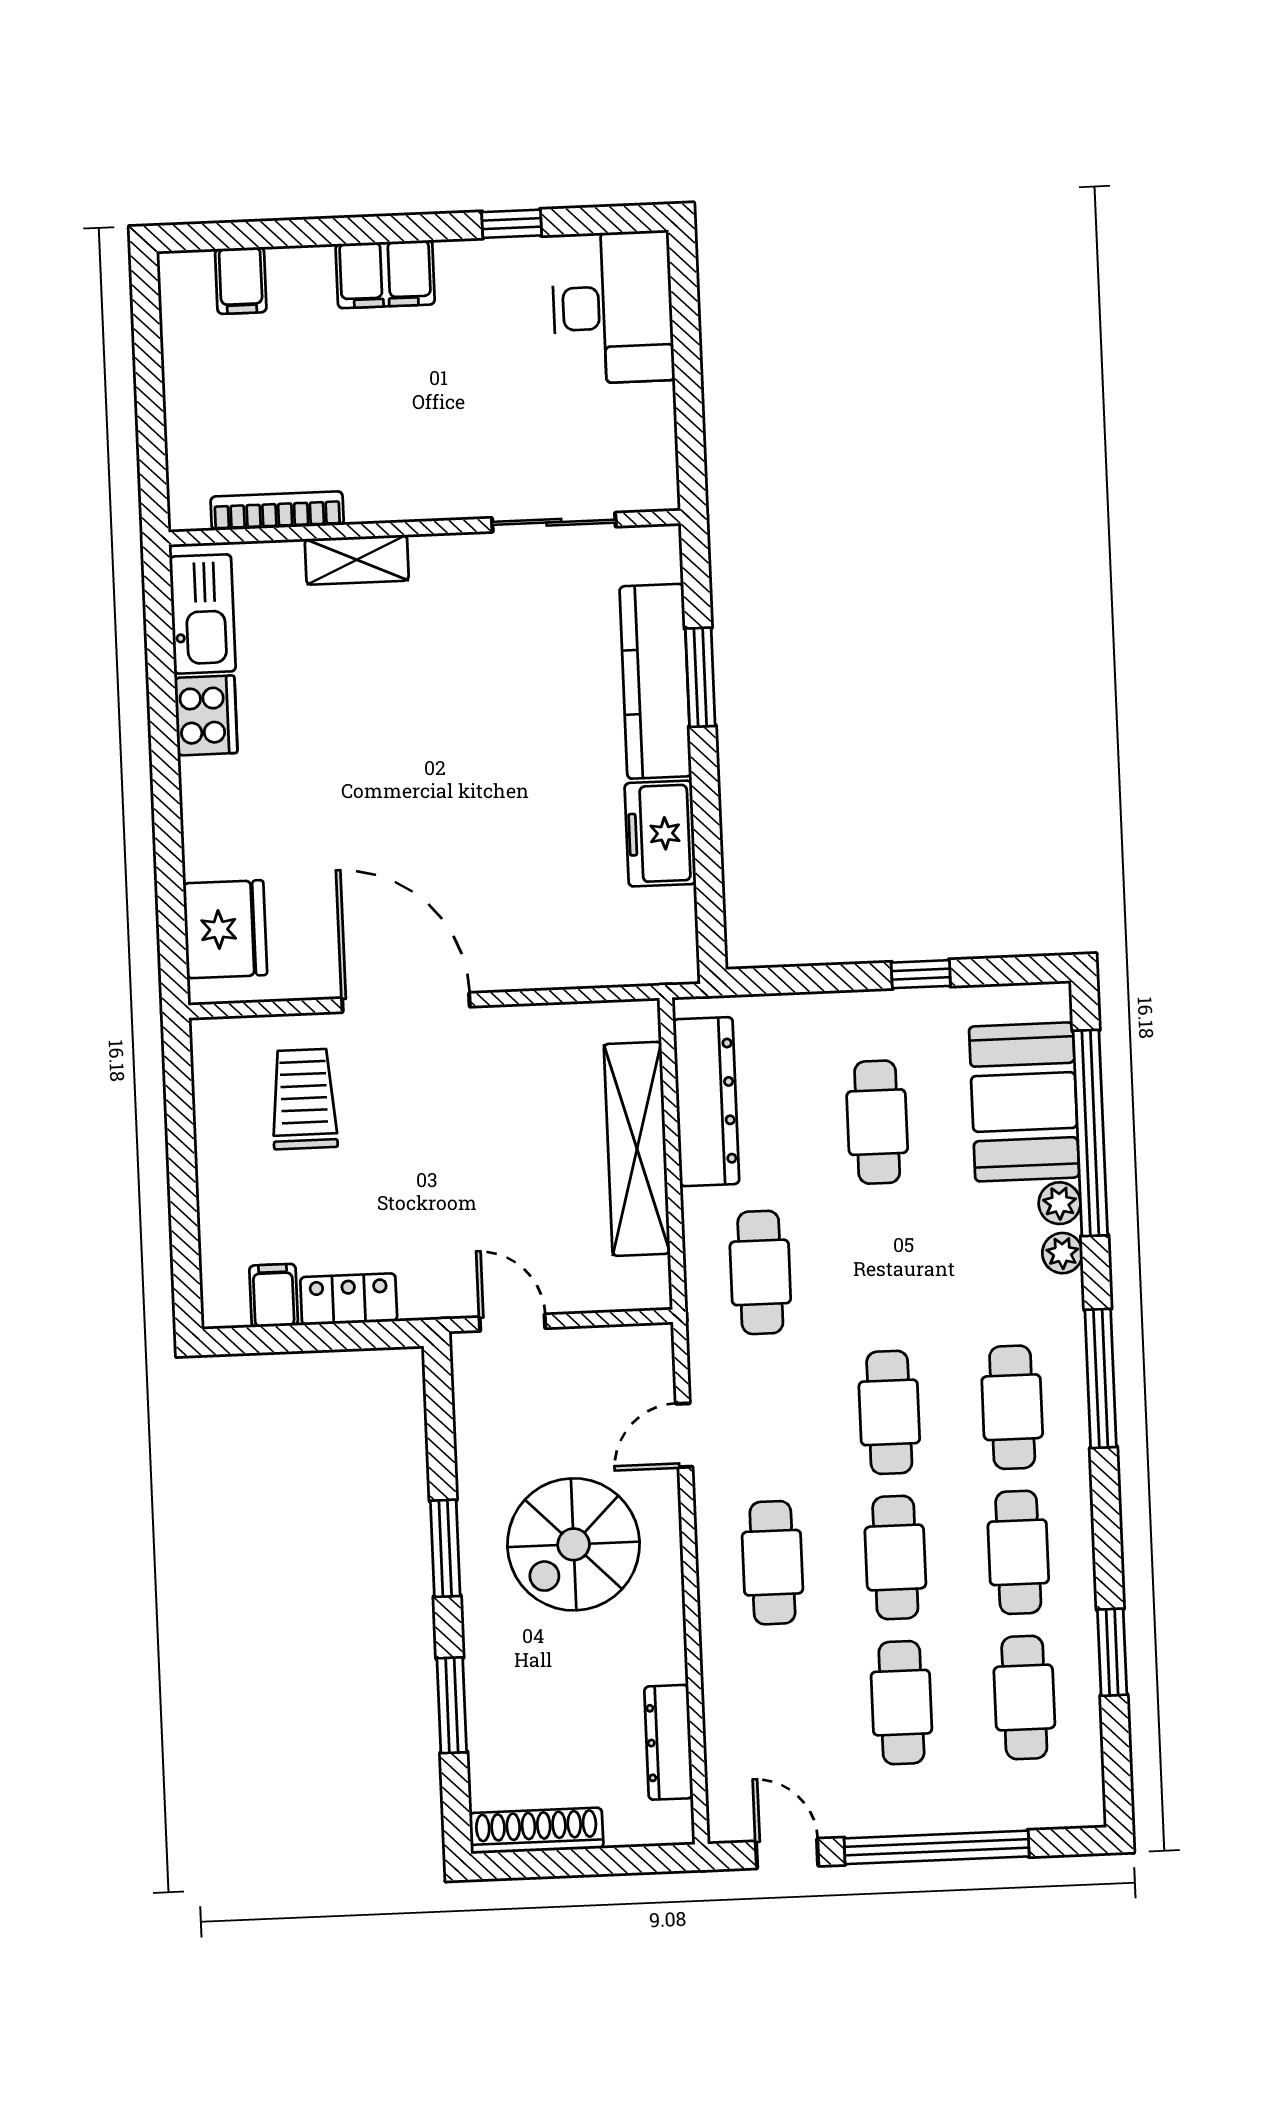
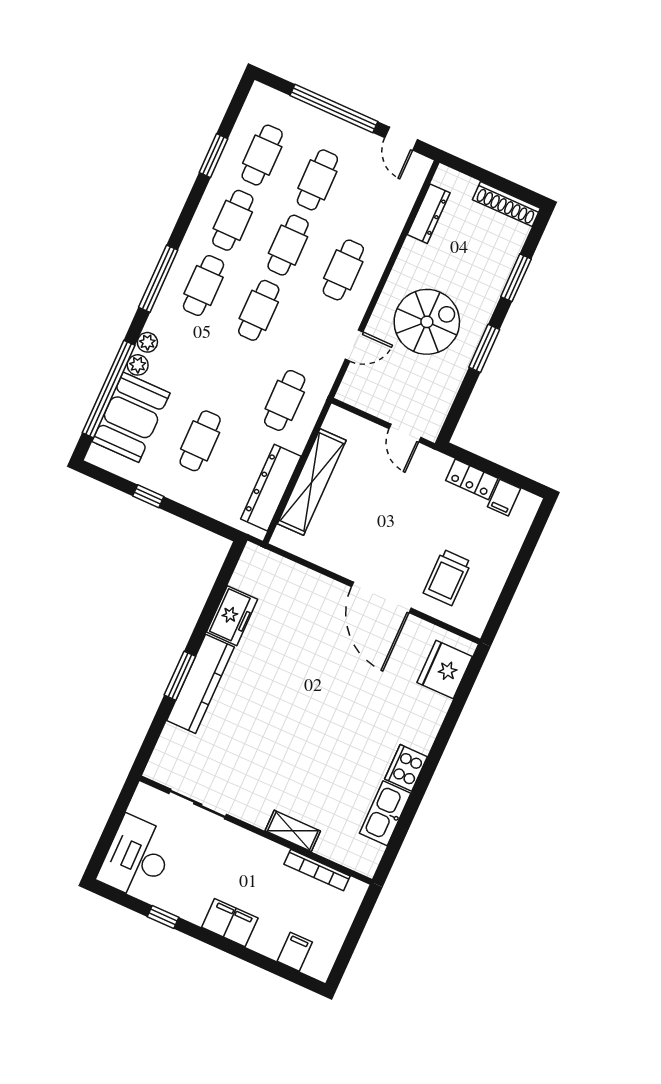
bookcase: (277, 511) -> (317, 870), moved
sliding door: (554, 522) -> (198, 804), moved
wall: (425, 528) -> (256, 830), moved
shelving: (357, 560) -> (293, 831), moved

